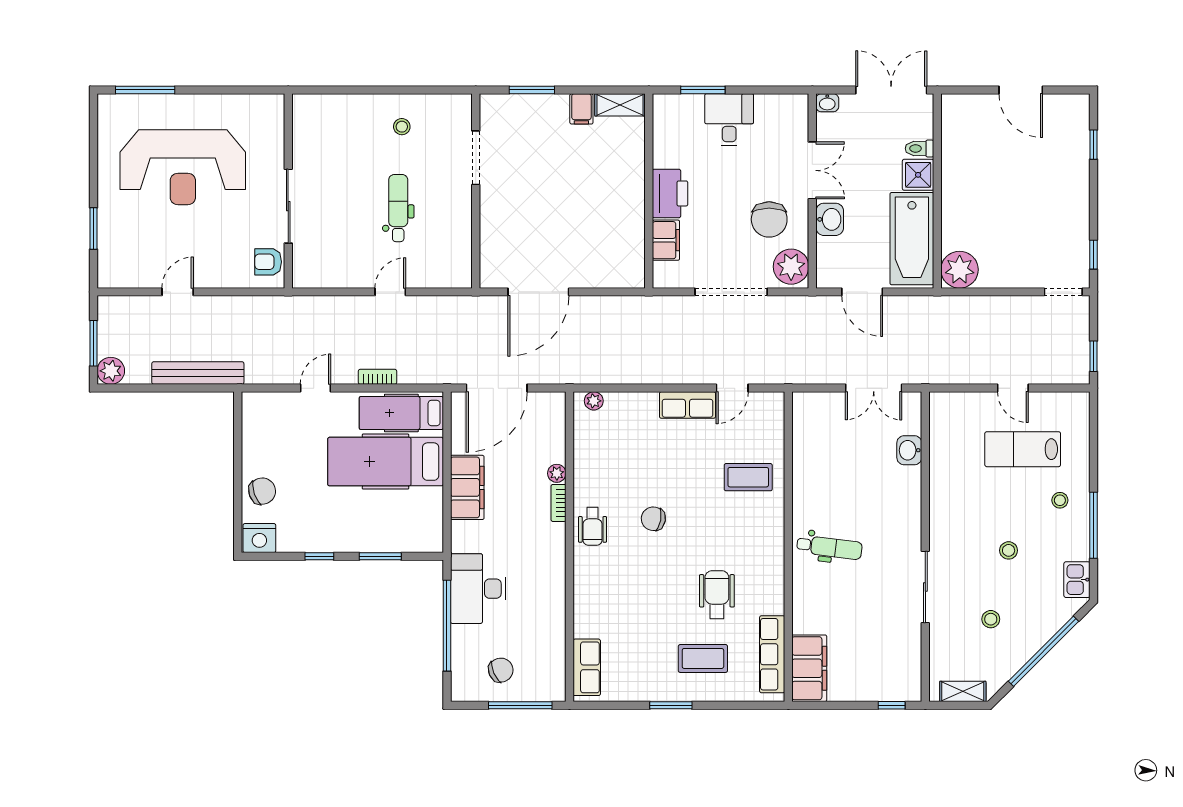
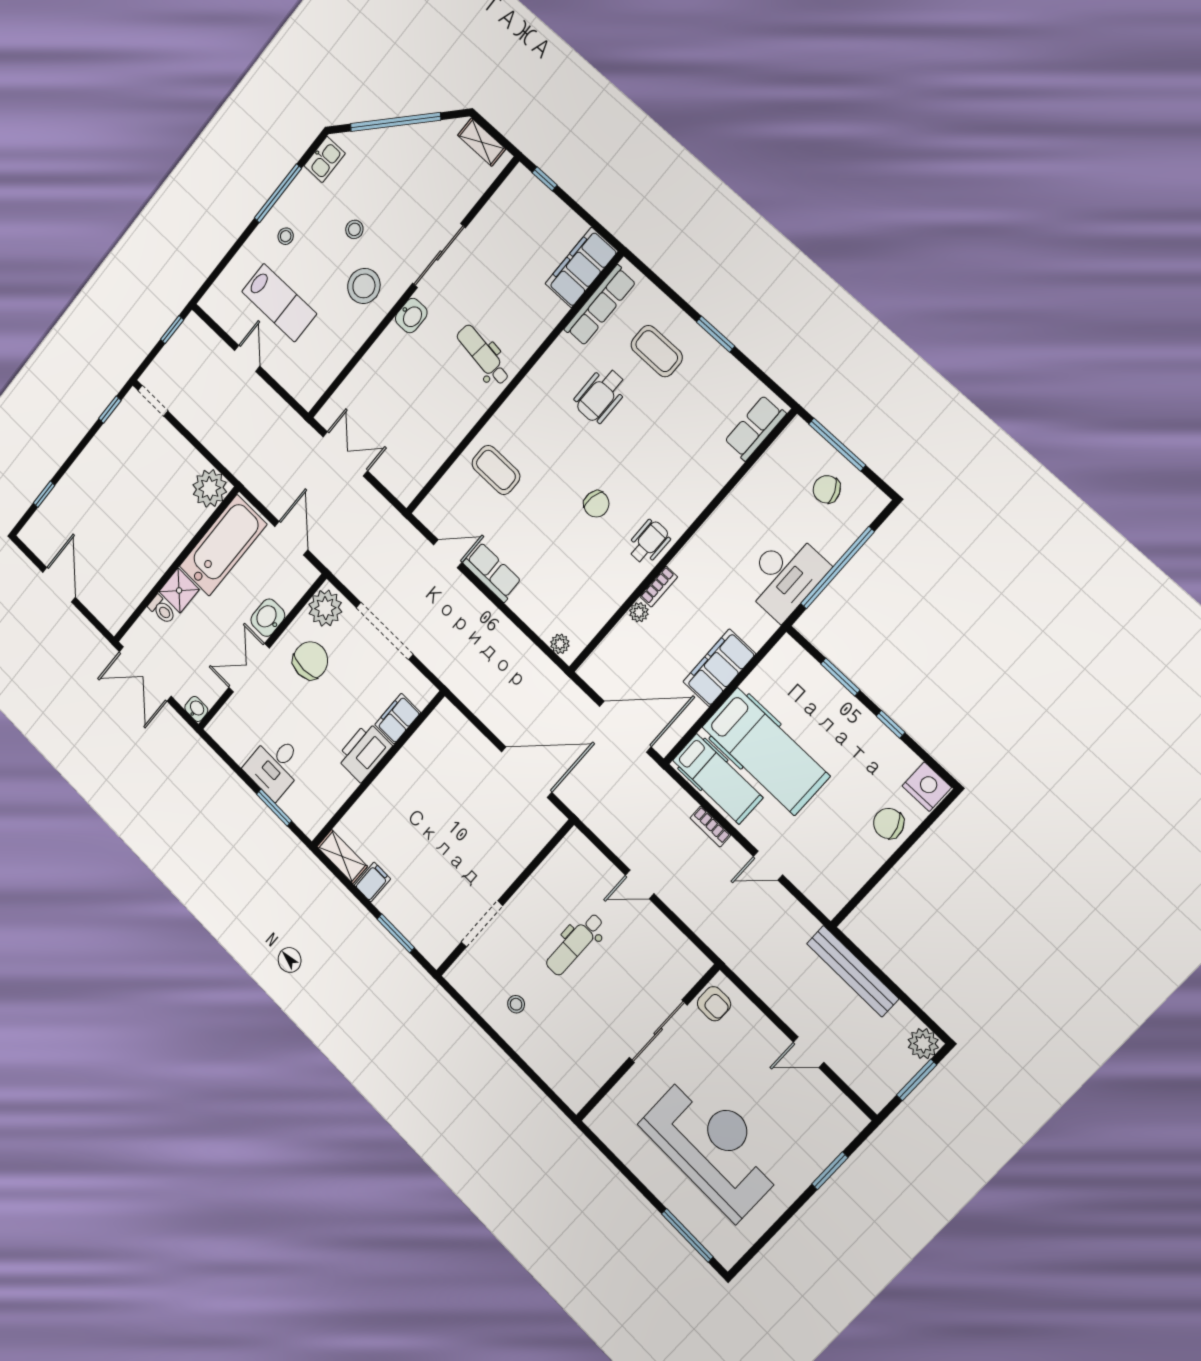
washbasin: (909, 450) -> (411, 316), moved
stool: (991, 619) -> (364, 286), moved, width x1.89, depth x1.89

